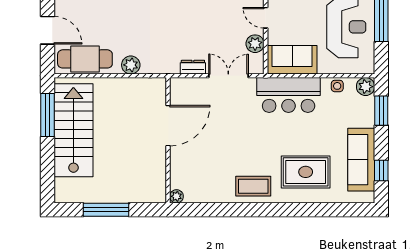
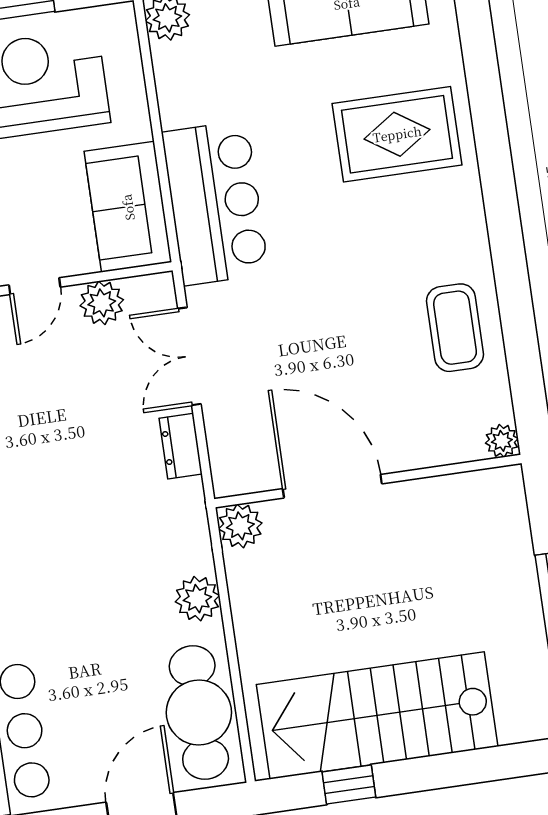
plant: (157, 86) -> (240, 526), added
side table: (337, 86) -> (176, 87), removed
window: (47, 115) -> (349, 784), width x0.46
rug: (306, 172) -> (397, 134), turned 90
coffee table: (253, 186) -> (455, 328), moved

